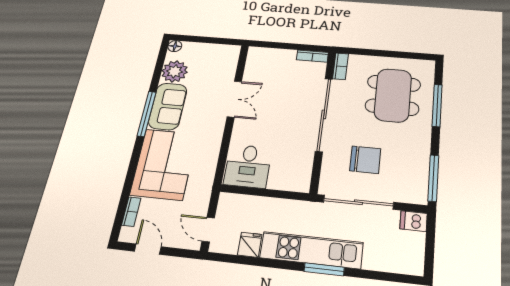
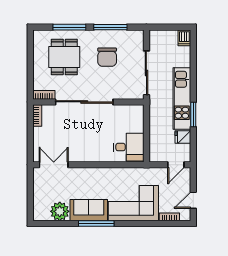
floor lamp: (175, 46) -> (38, 216), removed
dining table: (393, 95) -> (64, 57), width x0.73
double door: (234, 99) -> (54, 165), moved
chair: (365, 160) -> (107, 57), moved, turned 180
window: (433, 178) -> (110, 27), moved
dishwasher: (414, 221) -> (184, 38), moved
window: (324, 269) -> (193, 115), moved

